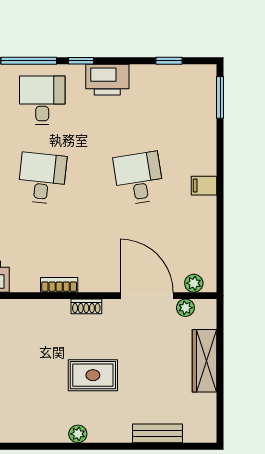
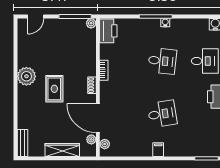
door: (147, 296) -> (98, 118), swing flipped
bench: (157, 433) -> (22, 143), moved
plant: (78, 434) -> (26, 76), width x1.88, depth x1.88

